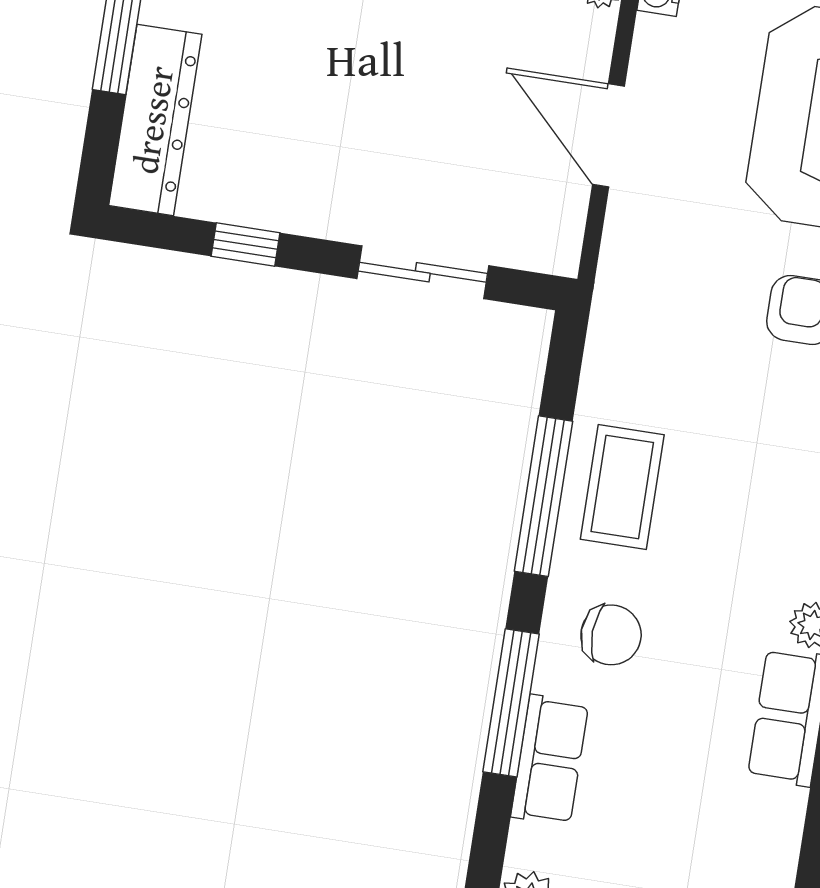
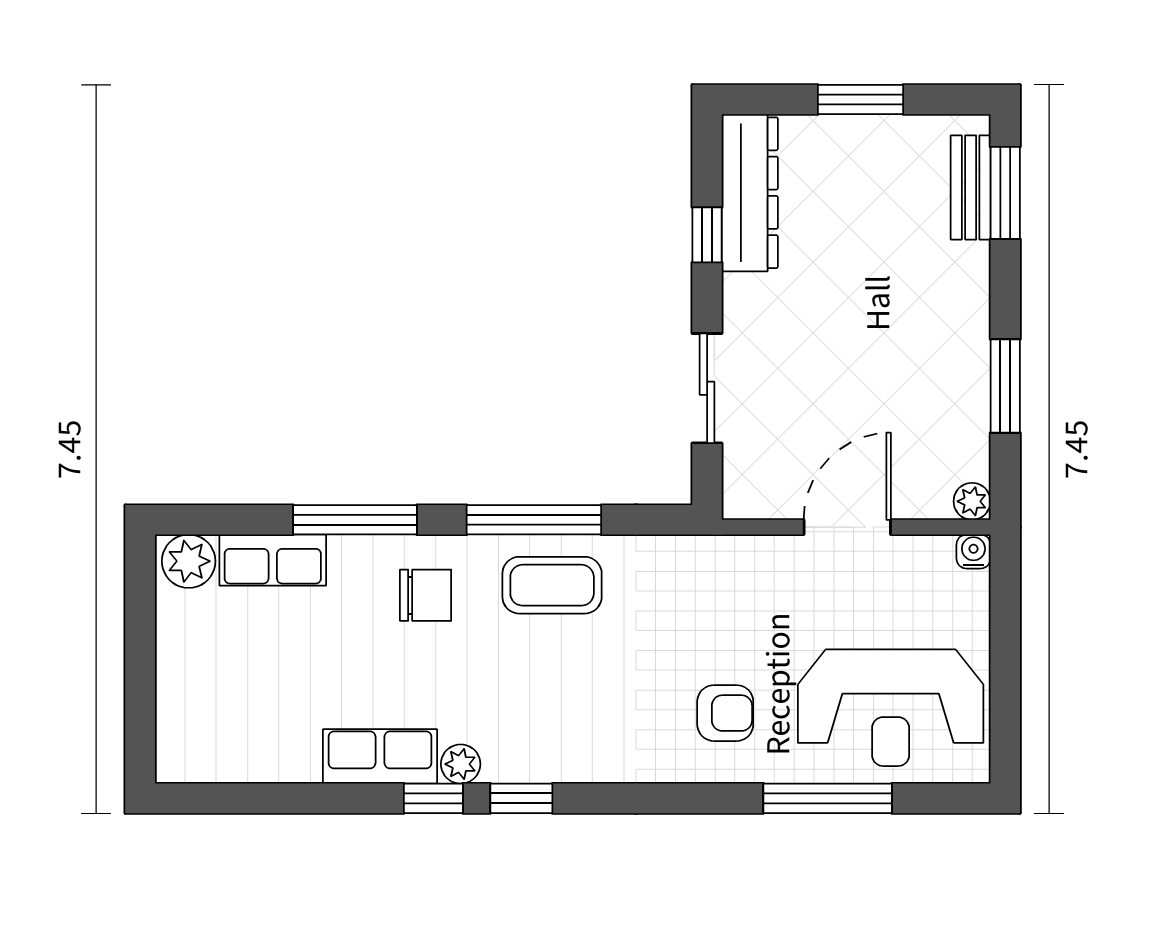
dresser: (155, 120) -> (750, 193), moved, turned -90
chair: (611, 635) -> (426, 595), turned -92
row of seats: (550, 760) -> (273, 560), moved

